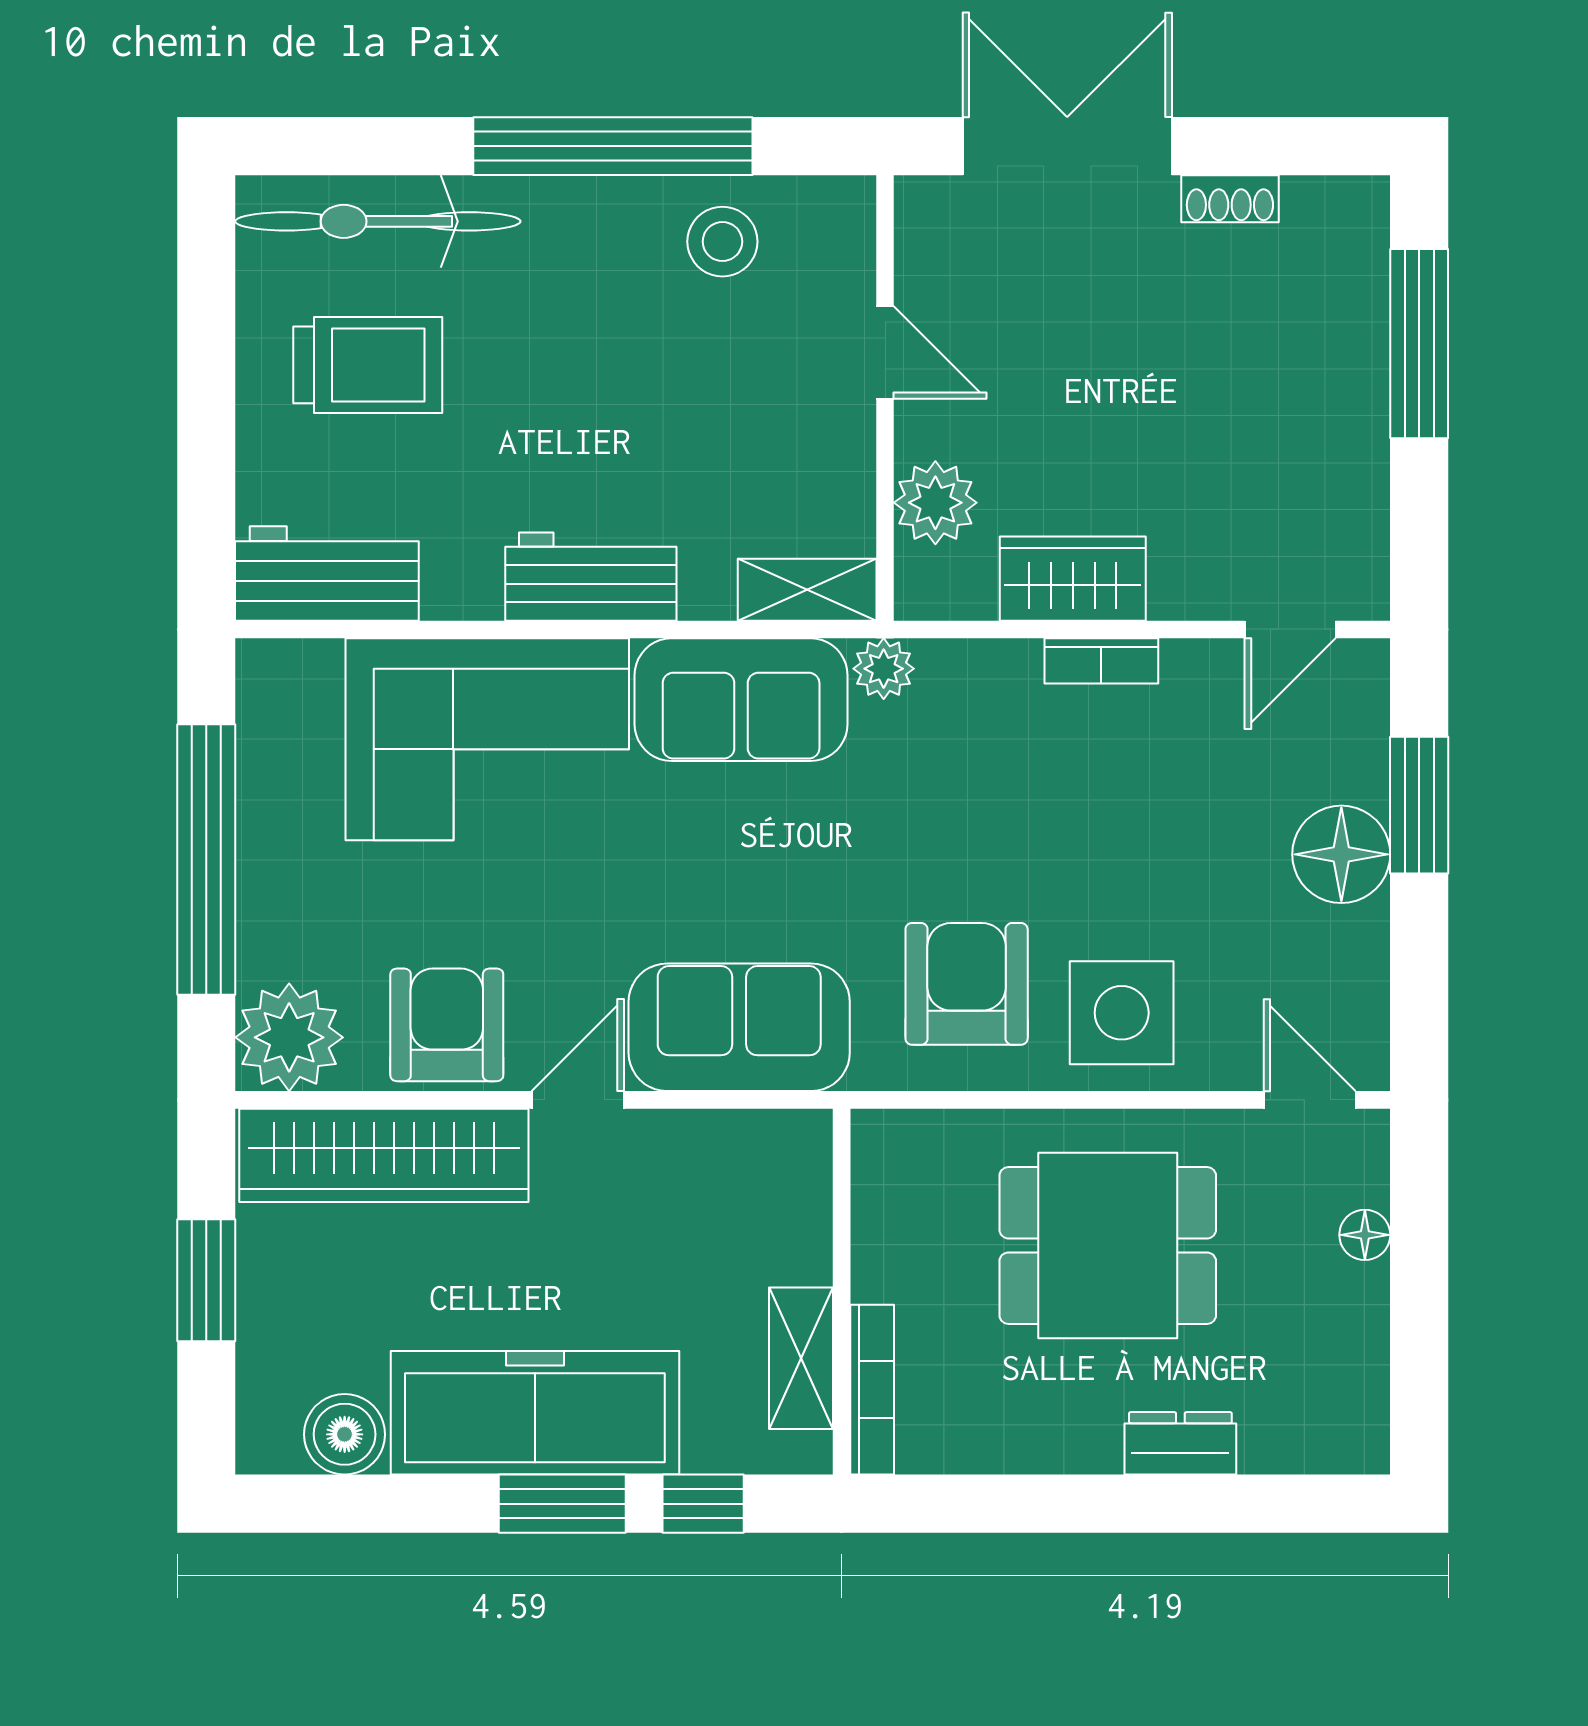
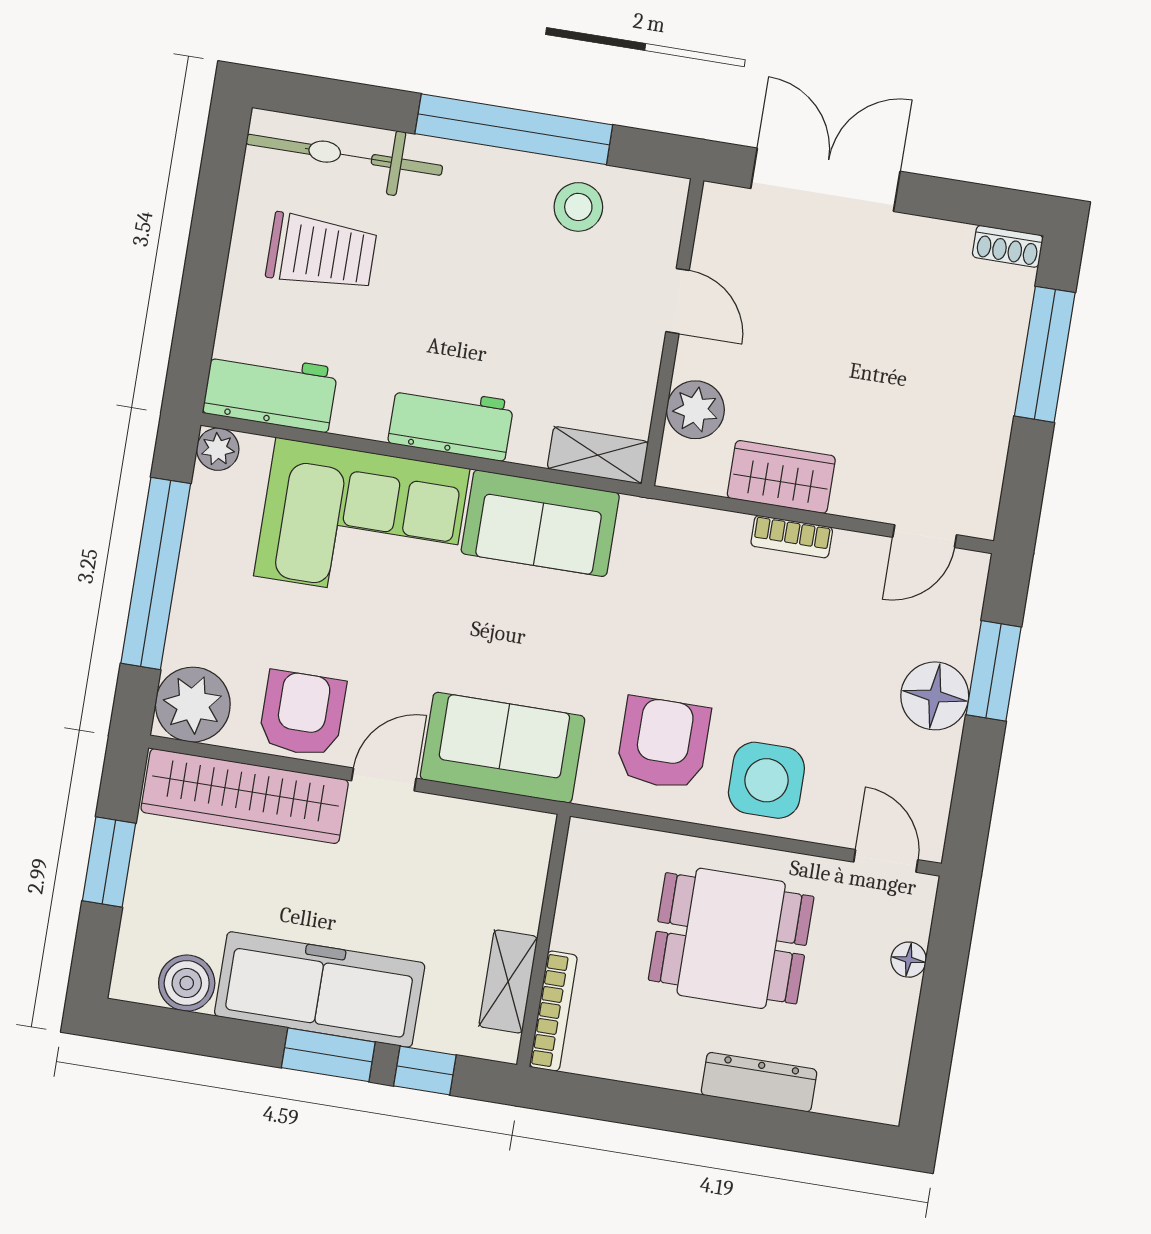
shoe rack: (1230, 199) -> (1008, 246), moved
plant: (884, 669) -> (218, 449), moved
dresser: (1180, 1443) -> (759, 1082), width x1.44

